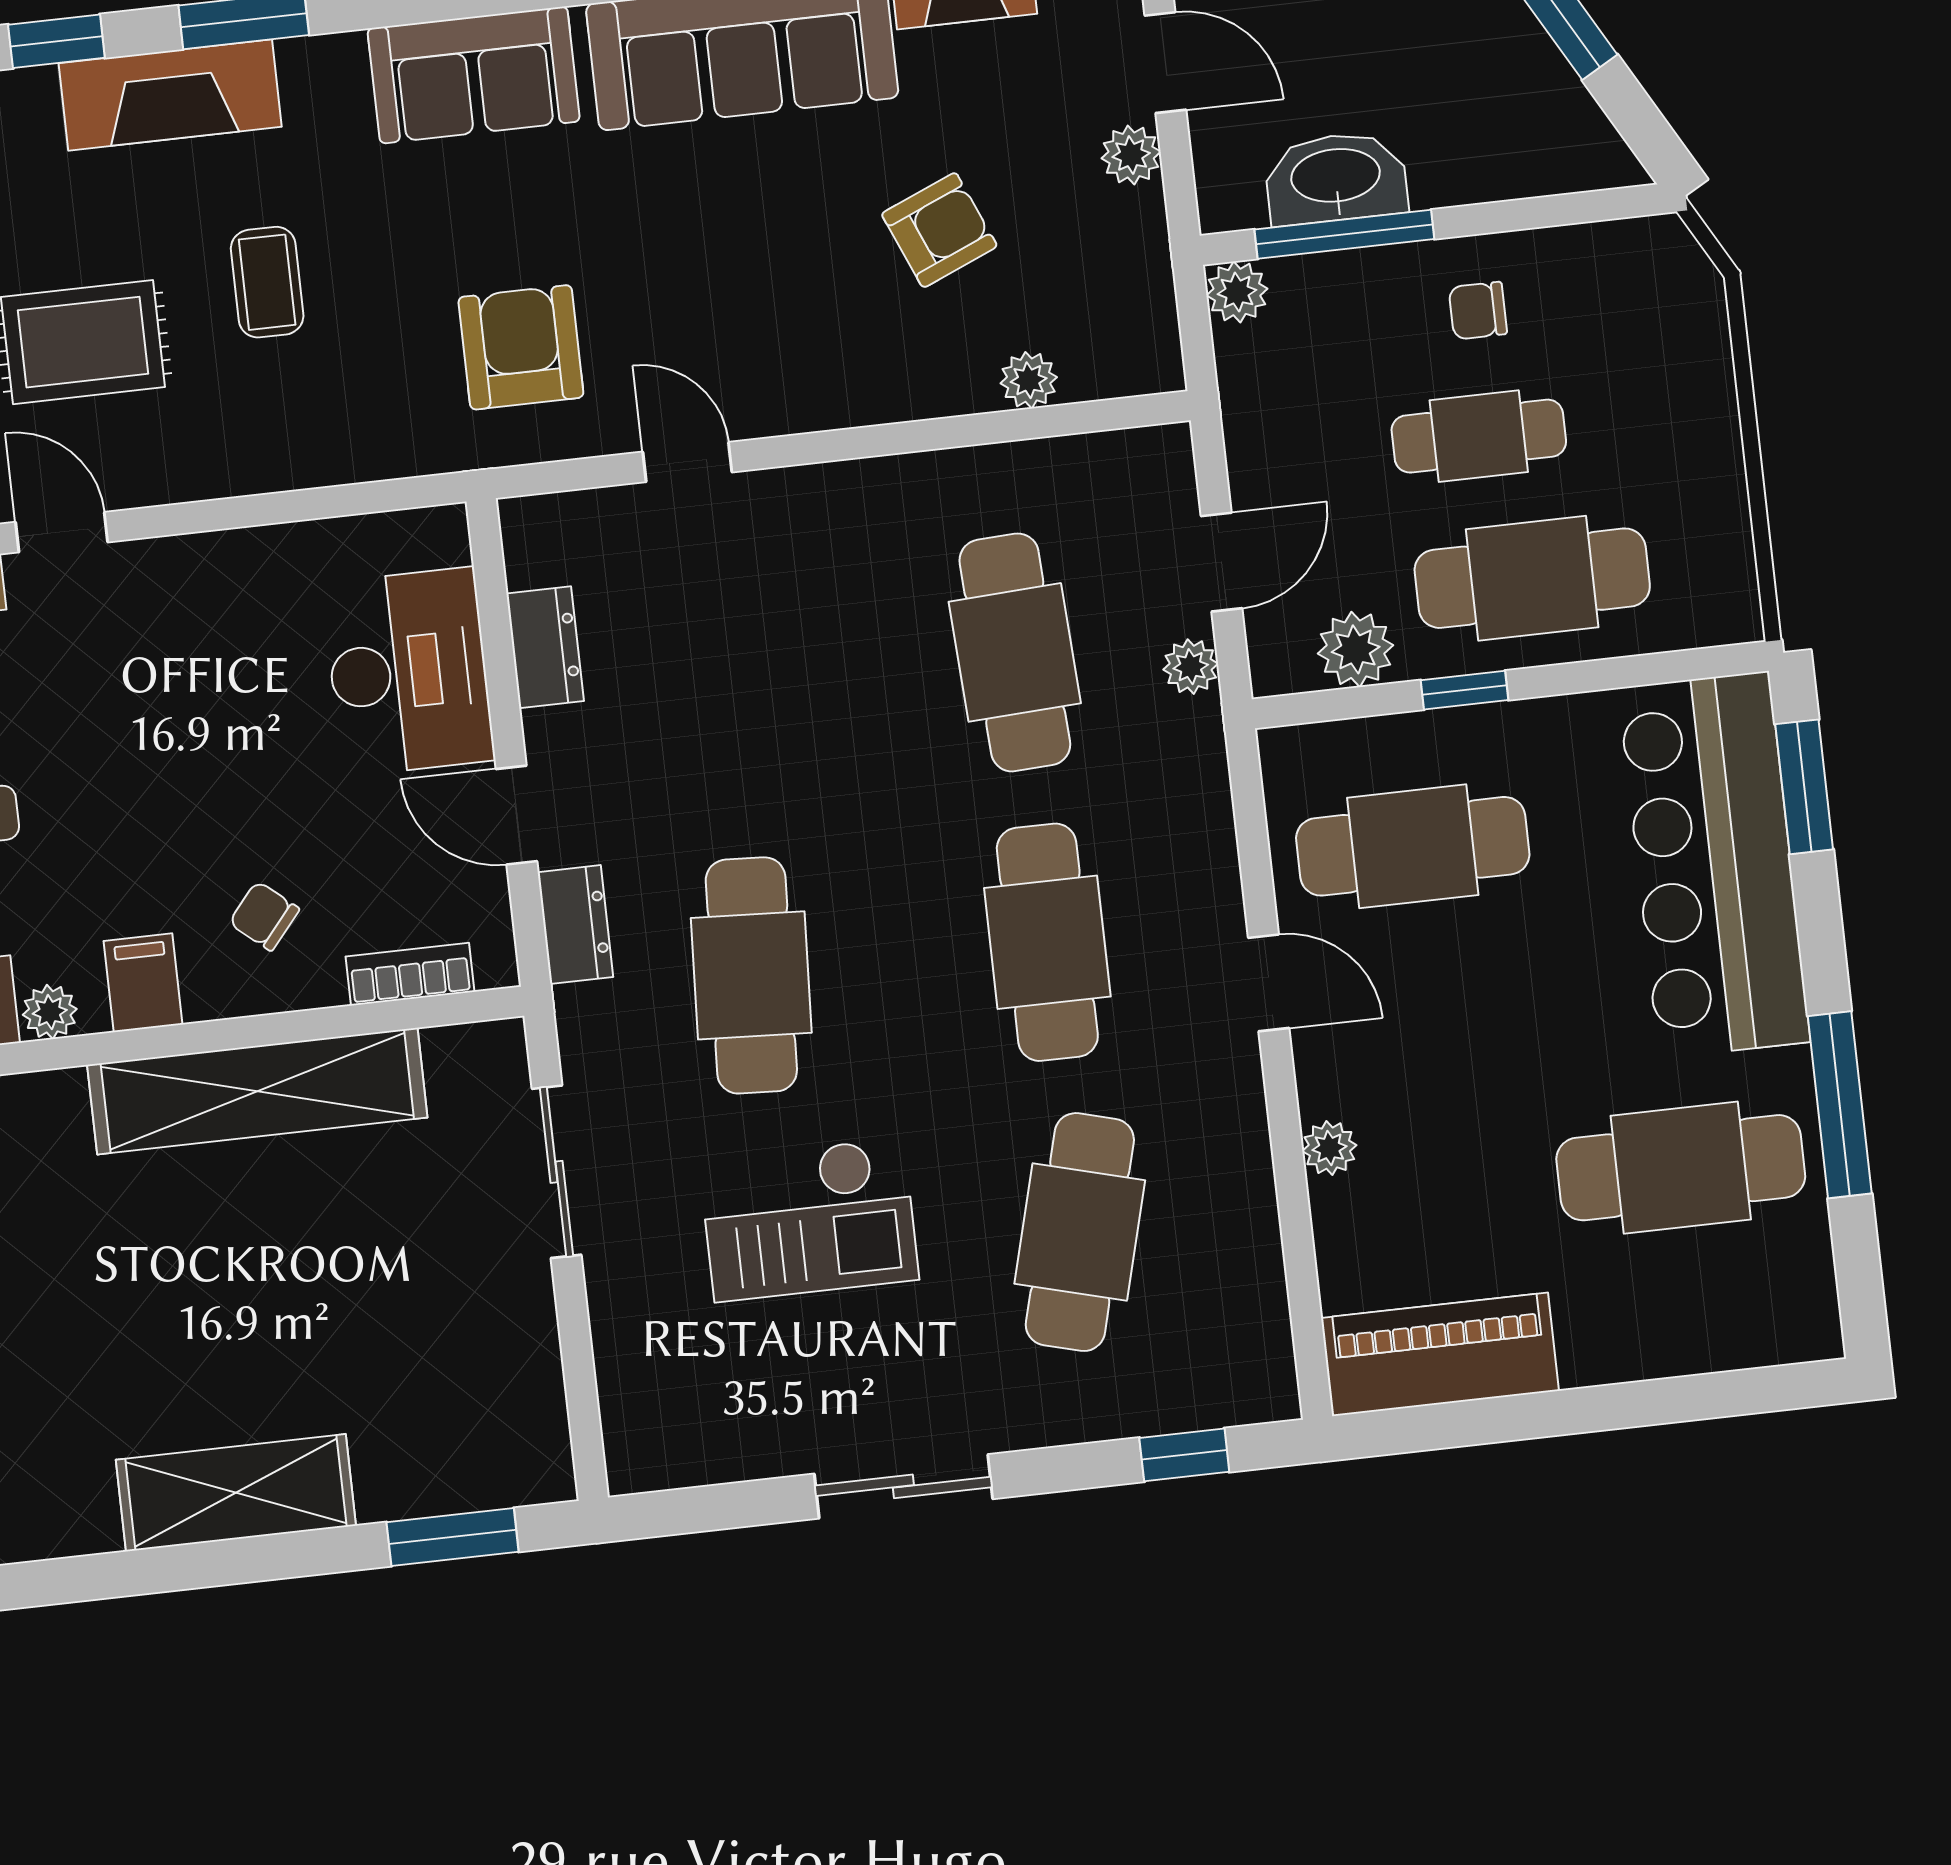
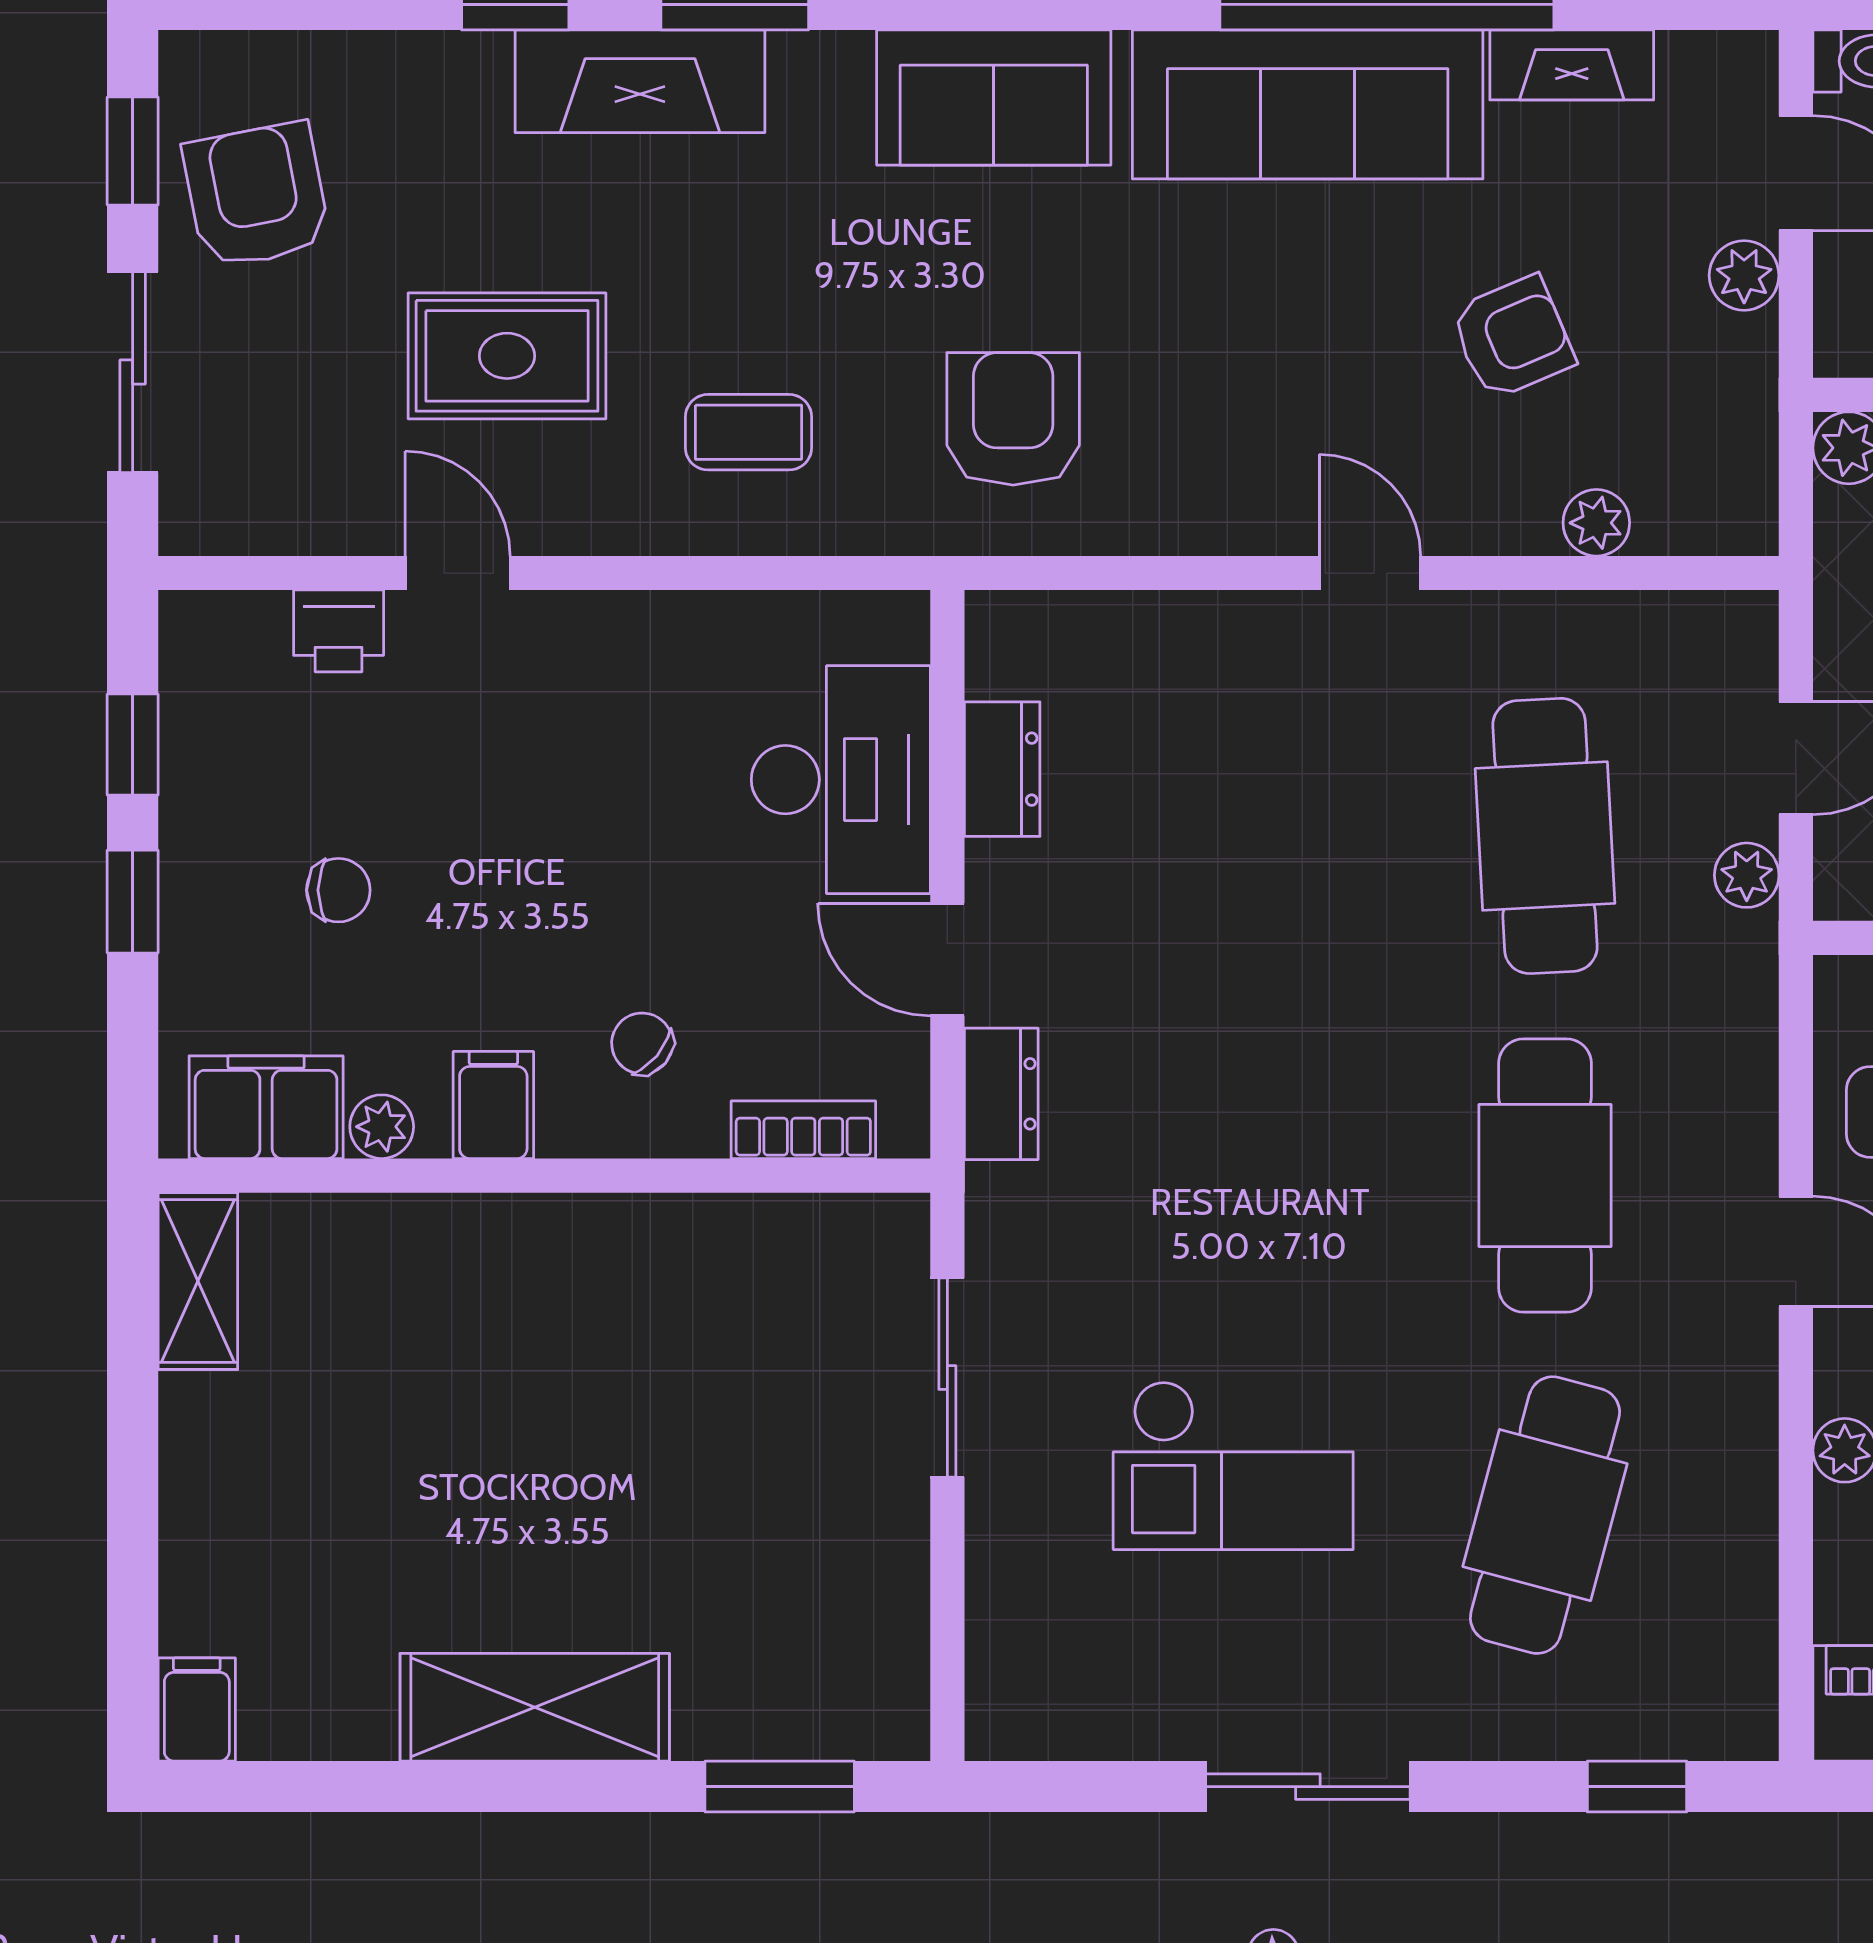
coffee table: (267, 282) -> (749, 432), moved, turned 90
door: (687, 462) -> (1370, 573), moved
cafe table: (751, 975) -> (1198, 1176), removed
shelving: (257, 1091) -> (612, 1245), removed

